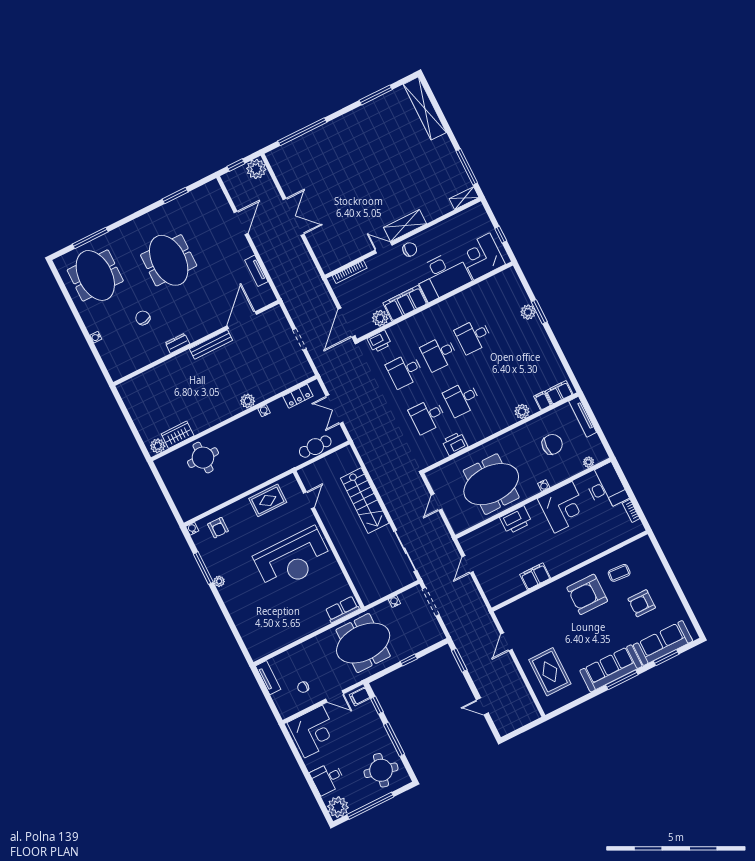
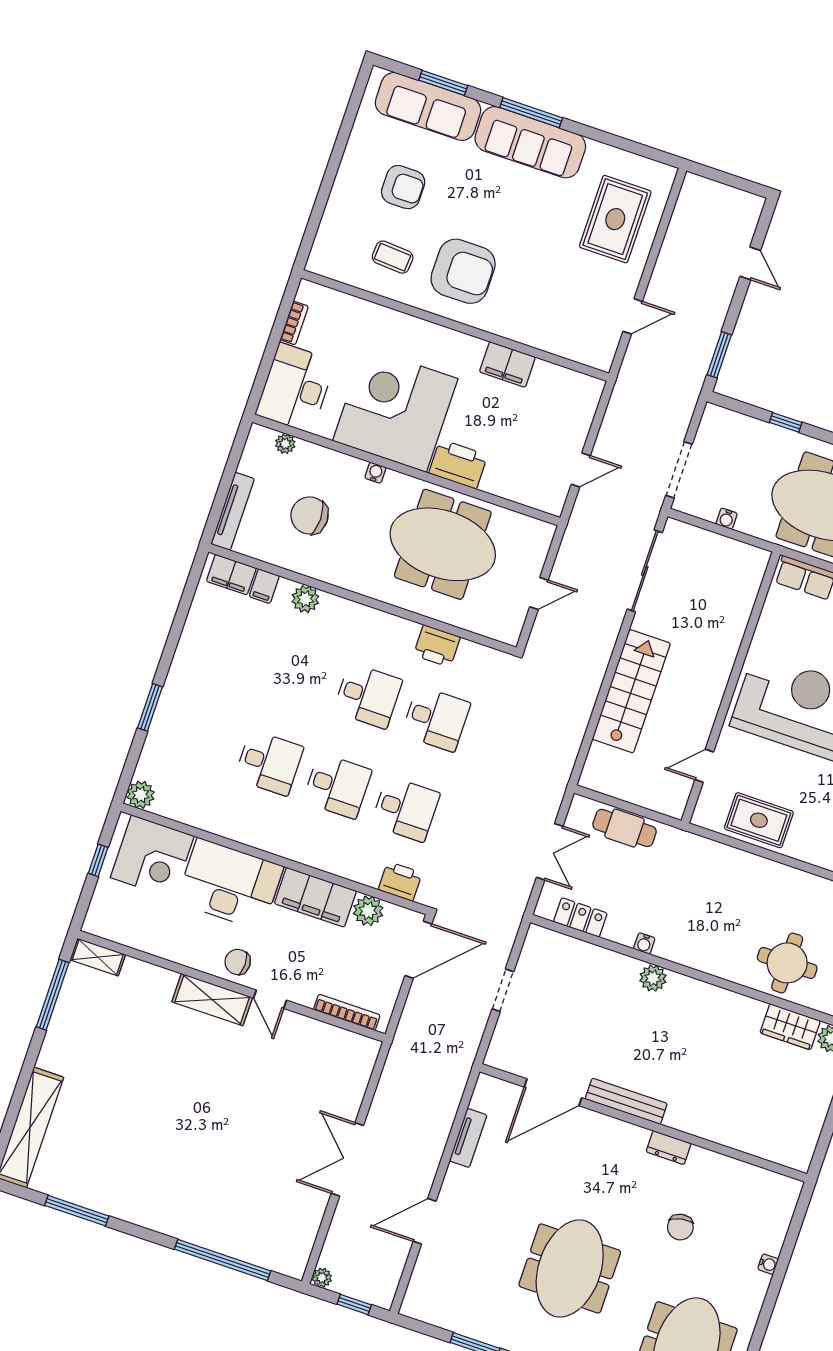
plant: (256, 169) -> (322, 1278), width x0.53, depth x0.53
plant: (528, 312) -> (141, 795), moved
corner desk: (563, 507) -> (395, 410), width x1.36, depth x1.36

